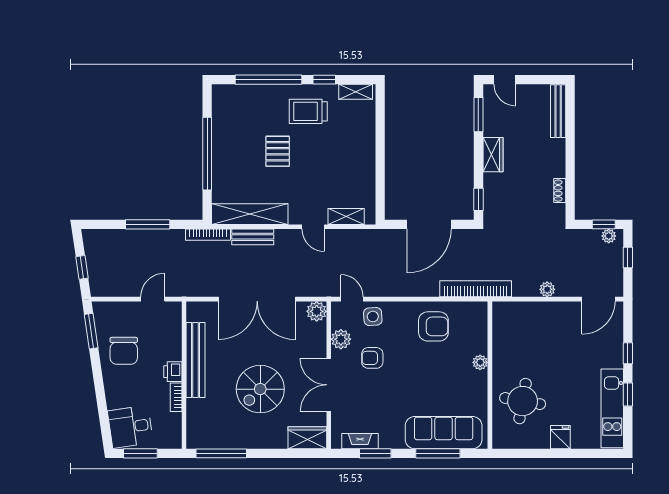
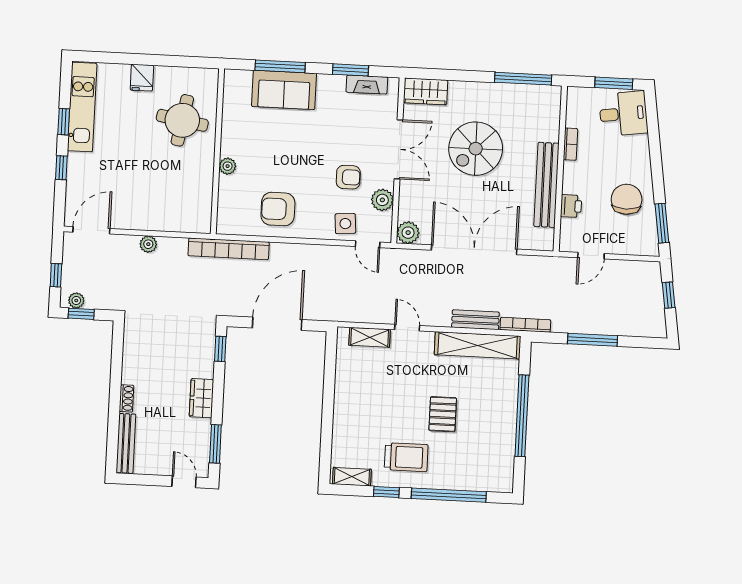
shoe rack: (560, 191) -> (127, 398), moved
printer: (173, 372) -> (571, 206), moved
spiral stairs: (260, 389) -> (476, 149), turned 180
sofa: (444, 433) -> (284, 90), width x0.73

